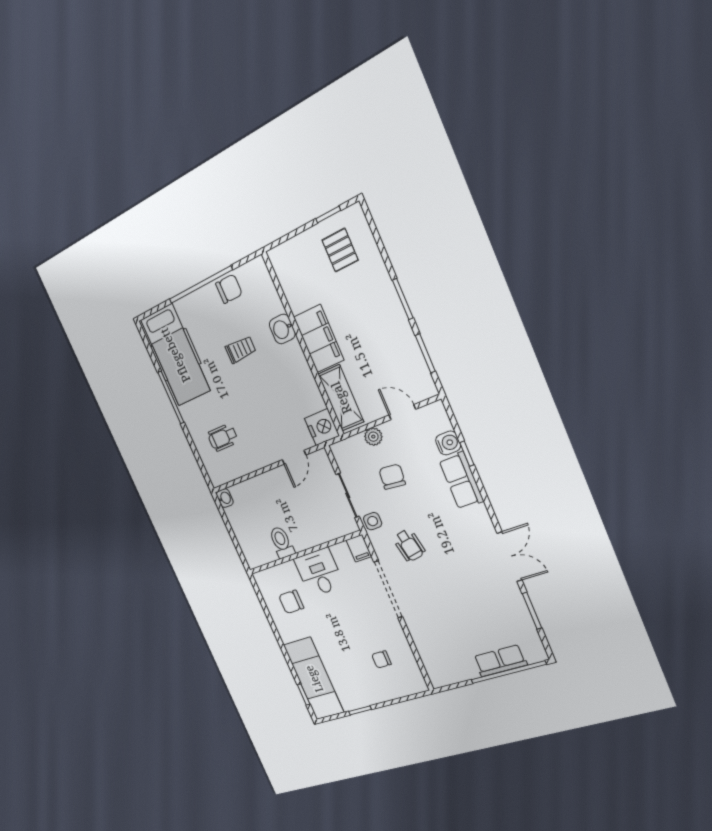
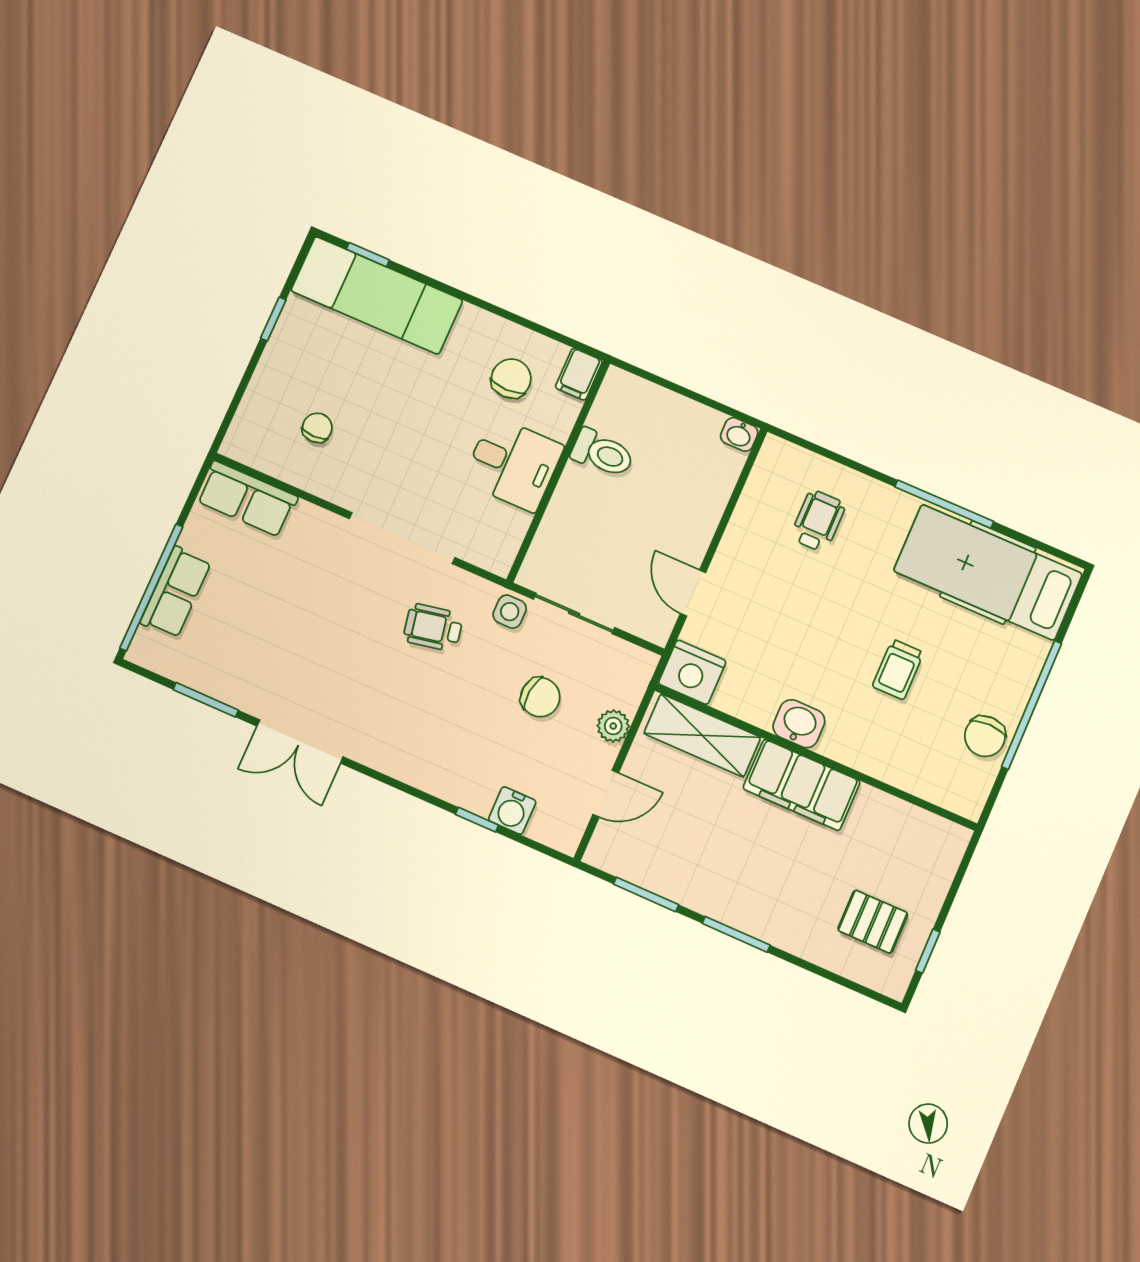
washbasin: (282, 329) -> (799, 724), moved
row of seats: (461, 481) -> (247, 499), moved, turned 180
filing cabinet: (359, 548) -> (579, 374), moved, turned -90

